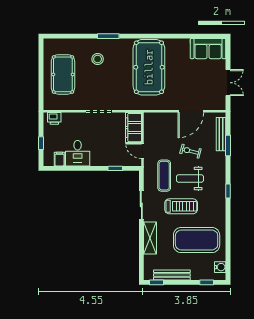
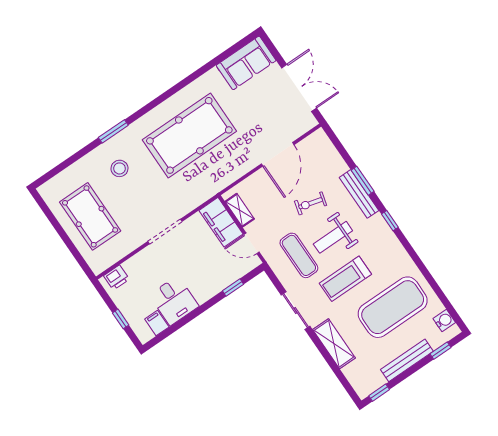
pool table: (149, 67) -> (189, 135), turned 90
double door: (228, 83) -> (299, 88), width x1.37
shelving: (148, 128) -> (240, 210), added
bench: (221, 134) -> (359, 194), moved
window: (228, 145) -> (363, 181), moved
treadmill: (181, 206) -> (345, 279), turned 180
bench: (172, 275) -> (407, 360), moved

